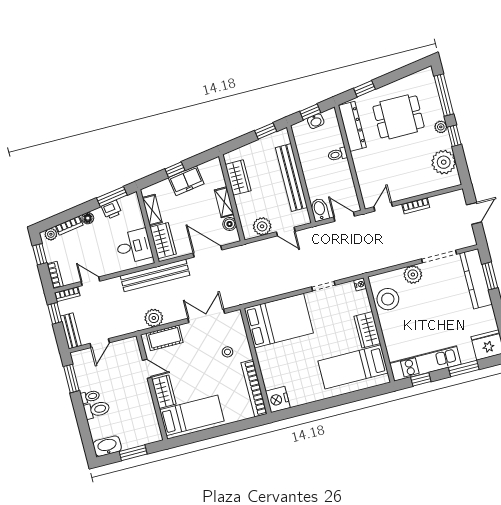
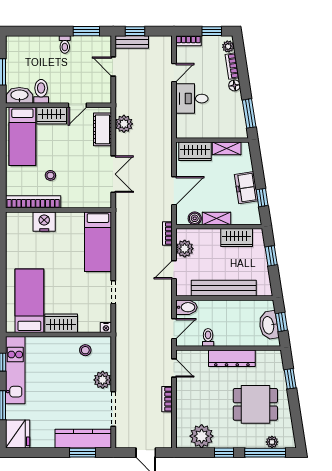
dining table: (399, 117) -> (255, 404), turned 90
washbasin: (316, 121) -> (269, 325), width x1.91, depth x1.45
dresser: (352, 126) -> (232, 358), moved
plant: (441, 127) -> (272, 442), moved
window: (266, 131) -> (271, 256), moved
toilet: (337, 154) -> (208, 337), moved
window: (175, 170) -> (262, 198), moved
printer: (112, 210) -> (237, 110), removed
desk: (134, 246) -> (192, 99), moved, turned 90
bench: (155, 275) -> (164, 135), removed
bookcase: (67, 294) -> (167, 233), moved
stool: (388, 299) -> (85, 350), width x0.53, depth x0.53
window: (55, 313) -> (135, 31), moved
bed: (279, 321) -> (98, 242), width x0.67
stool: (227, 352) -> (50, 175), moved
nightstand: (278, 400) -> (44, 222), moved
toilet: (97, 410) -> (41, 91), moved, turned 180
washbasin: (107, 446) -> (19, 95), moved, turned -90

